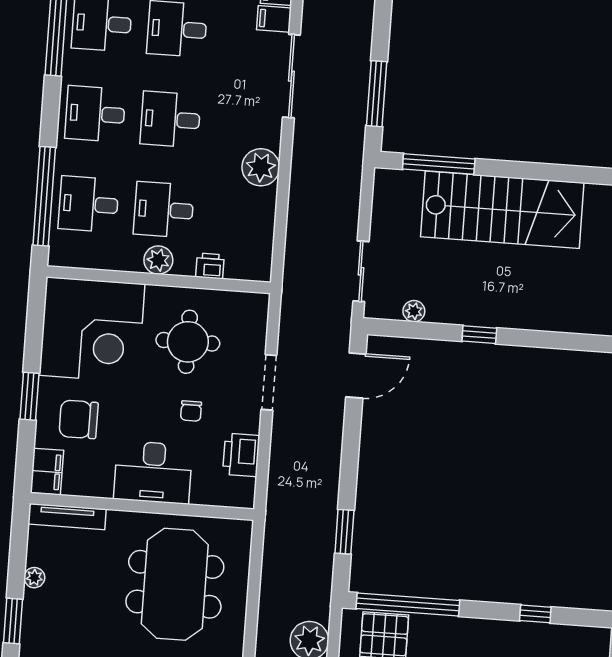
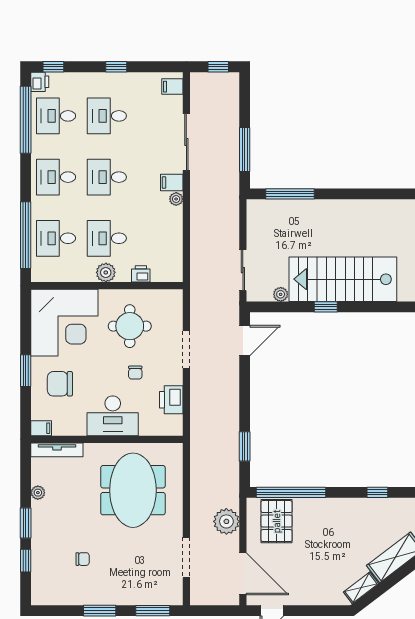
filing cabinet: (274, 19) -> (172, 183), moved
plant: (261, 167) -> (176, 199), width x0.53, depth x0.53
stairs: (502, 210) -> (343, 279), moved, turned 180
filing cabinet: (47, 472) -> (41, 428), width x0.50

